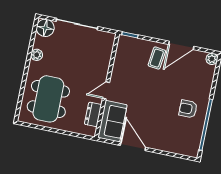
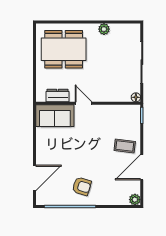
floor lamp: (45, 28) -> (136, 97), moved, width x0.53, depth x0.53
door: (181, 45) -> (142, 167), hinge flipped
armchair: (188, 109) -> (82, 186), turned 107
door: (133, 146) -> (34, 178), moved

